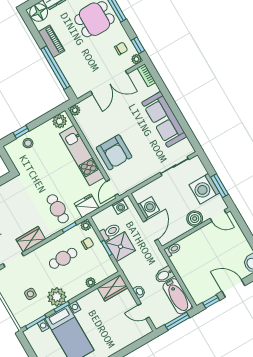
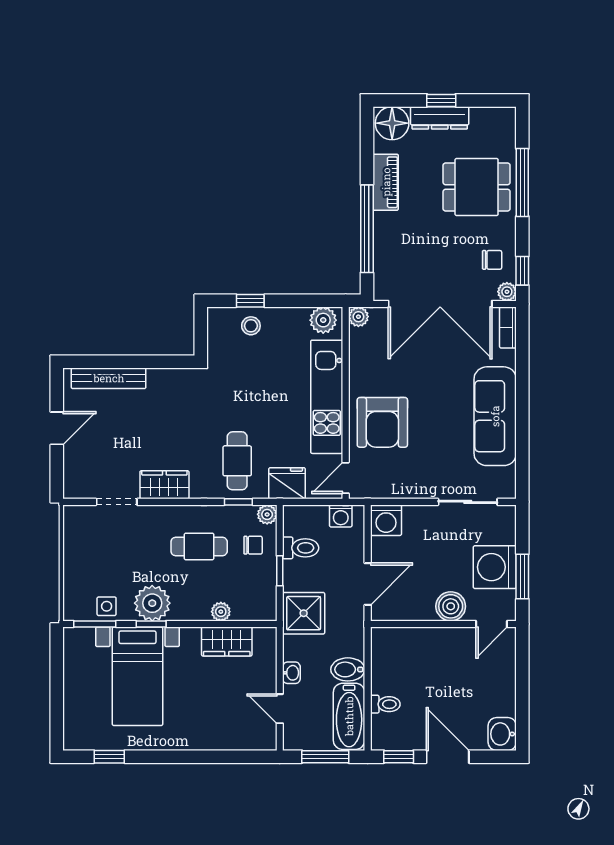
double door: (109, 83) -> (440, 304), width x1.36
washing machine: (148, 208) -> (386, 520), moved, turned 90
door: (218, 216) -> (491, 624), hinge flipped
shower: (121, 247) -> (304, 613), moved
toilet: (173, 250) -> (385, 704), moved
wardrobe: (113, 288) -> (227, 642), moved
side table: (30, 294) -> (107, 606), moved

